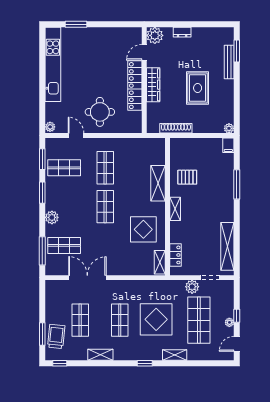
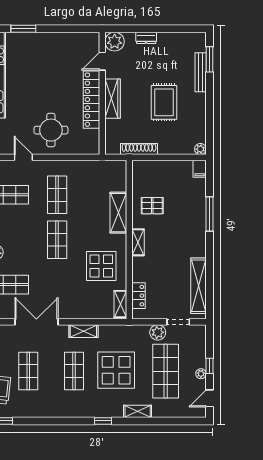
shelving: (100, 355) -> (83, 331), moved

